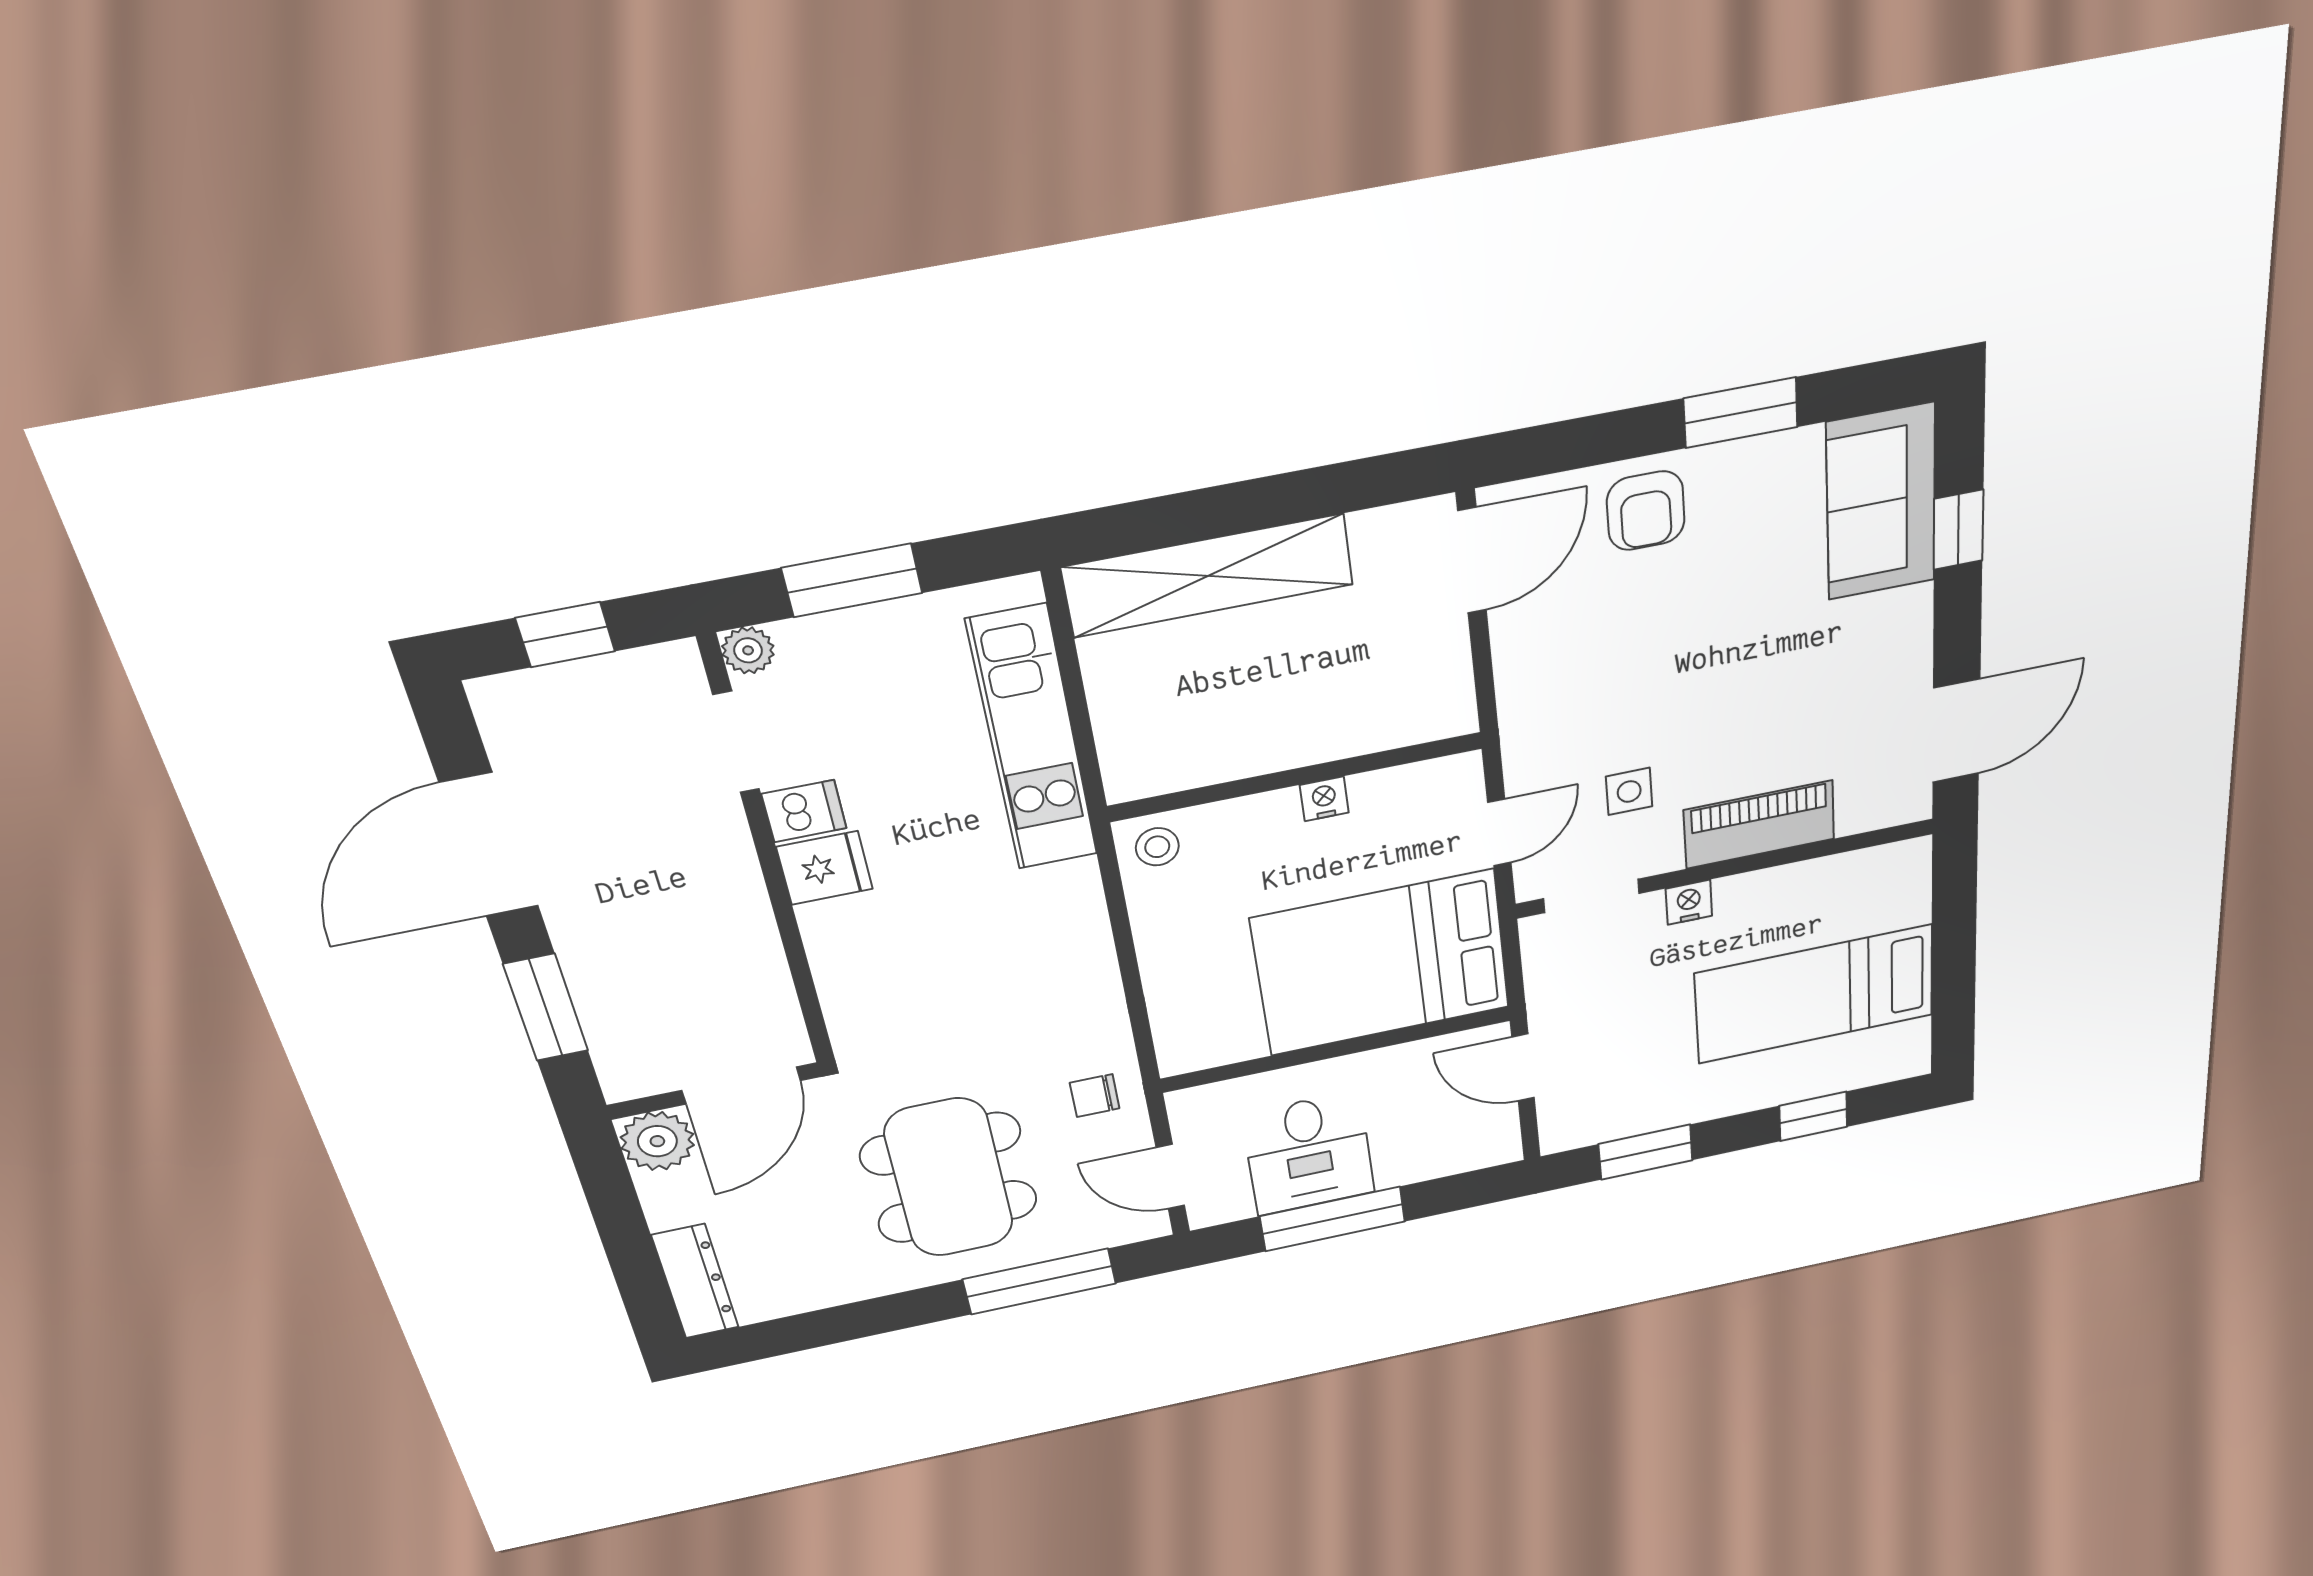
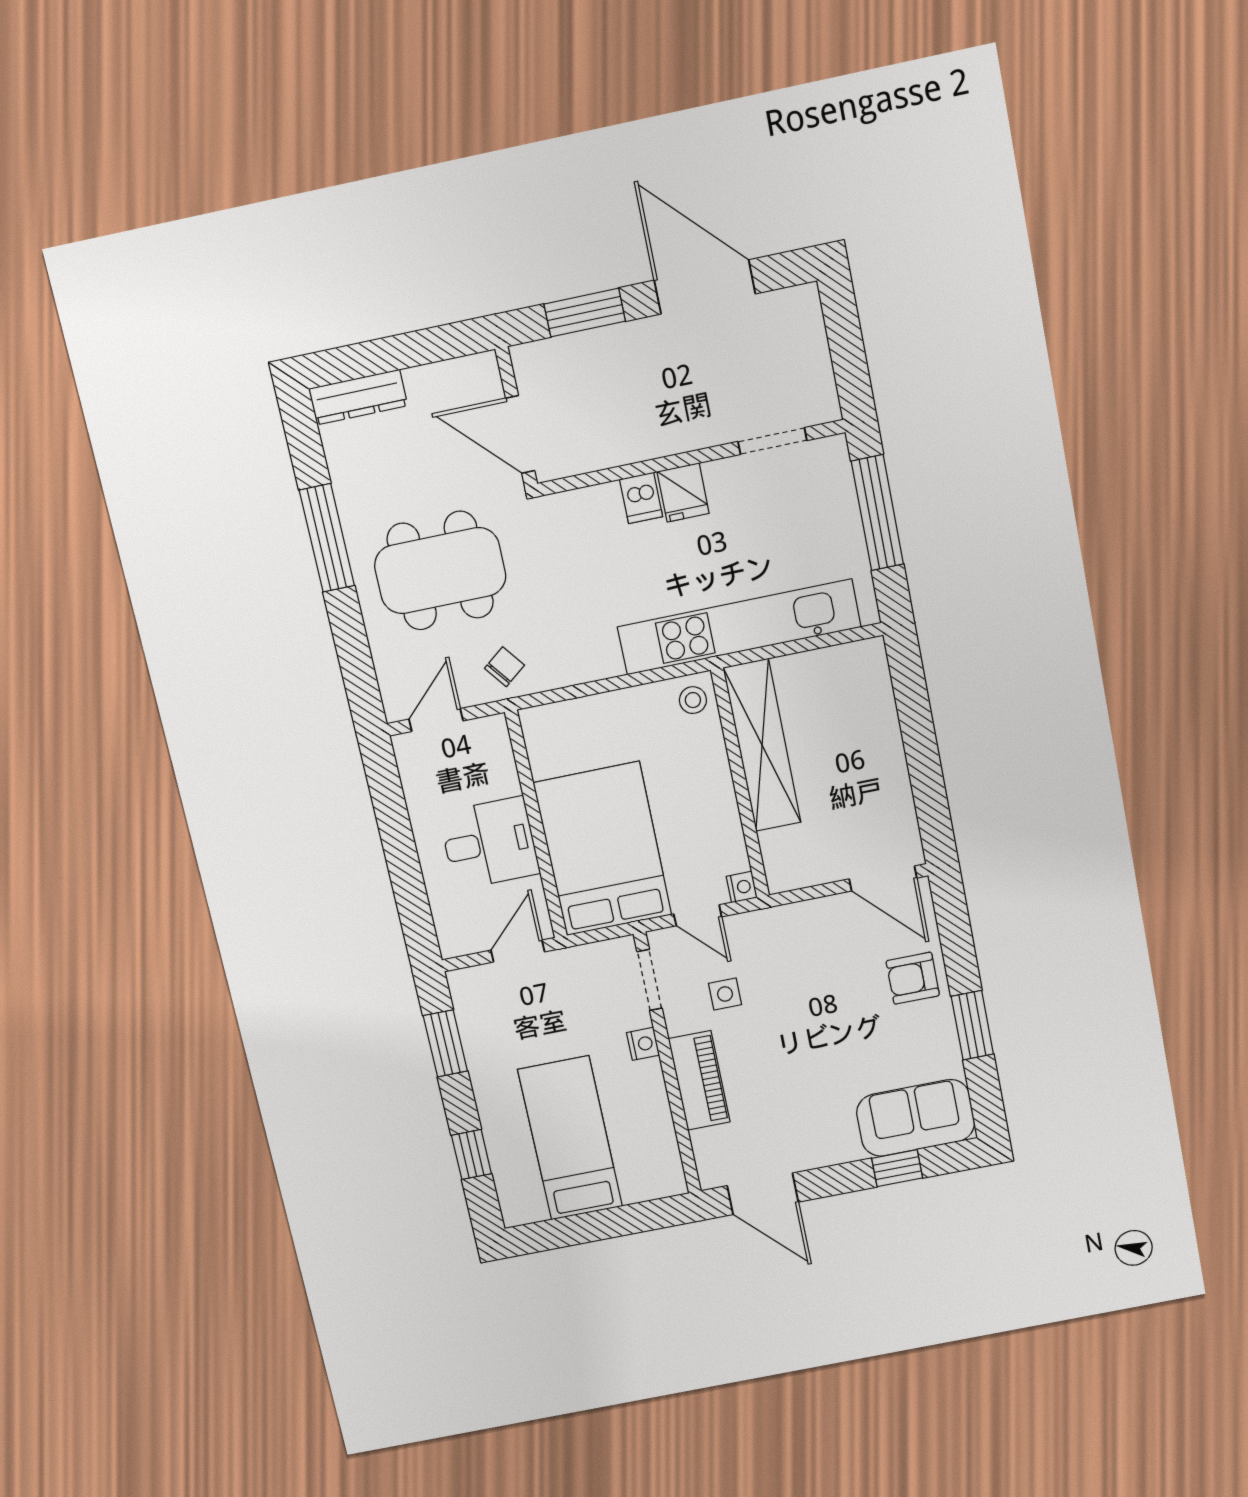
shelving: (1208, 576) -> (762, 745), moved
window: (852, 580) -> (877, 513), width x1.44
window: (565, 635) -> (846, 344), removed
plant: (748, 650) -> (833, 450), removed
kitchen unit: (1033, 739) -> (739, 627), width x1.36
nightstand: (1324, 799) -> (742, 887), moved
dishwasher: (804, 811) -> (641, 498), moved
chair: (1095, 1096) -> (504, 667), turned 52
plant: (657, 1141) -> (477, 378), removed
desk: (1308, 1153) -> (489, 843), moved, turned 180
window: (1333, 1219) -> (396, 833), removed
window: (1039, 1281) -> (327, 538), moved

